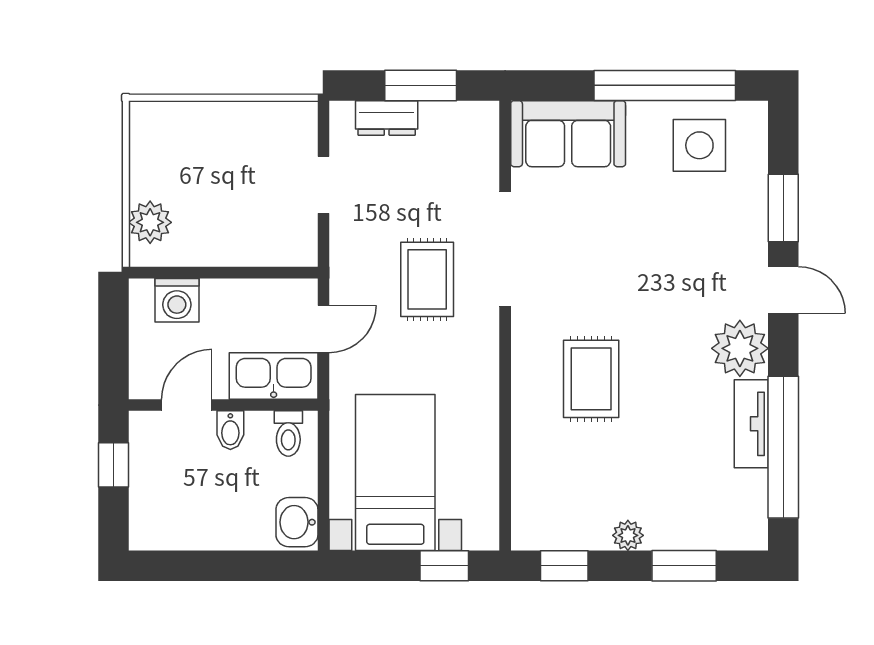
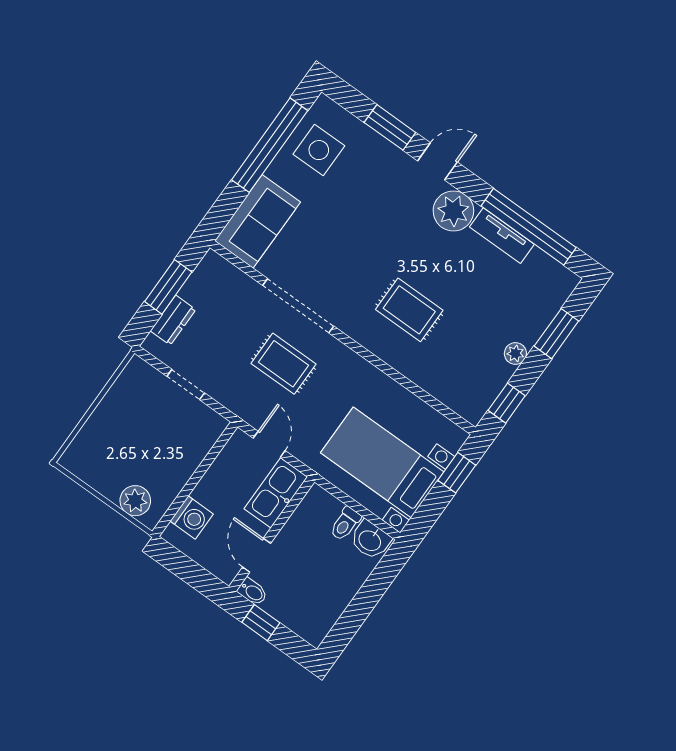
bidet: (230, 430) -> (252, 592), moved
toilet: (288, 434) -> (345, 524), moved, turned 90

